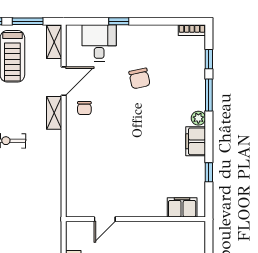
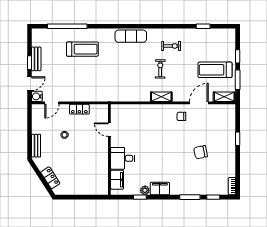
desk: (99, 43) -> (123, 158), moved, turned 180
door: (64, 81) -> (199, 103), swing flipped
shelving: (54, 113) -> (161, 97), moved
plant: (198, 118) -> (145, 190), moved

